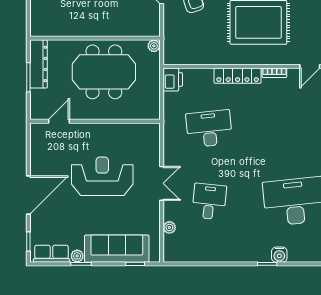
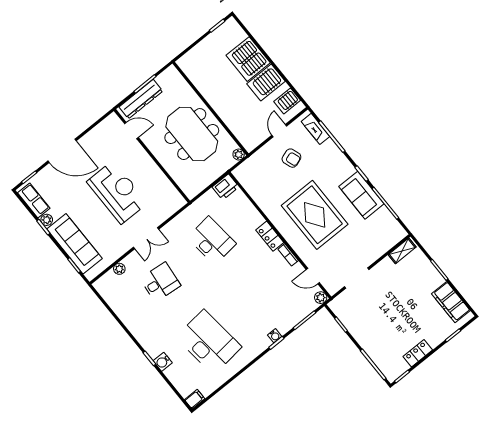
dresser: (39, 64) -> (141, 99), moved
locker: (238, 76) -> (270, 236), width x0.66

